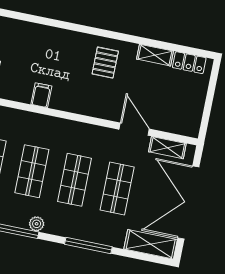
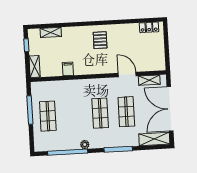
shelving: (155, 55) -> (51, 32), moved
shop shelf: (32, 171) -> (74, 115), removed

